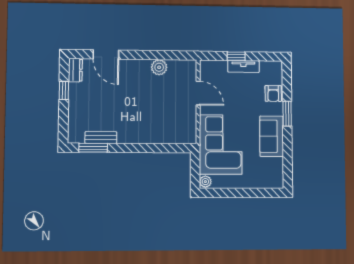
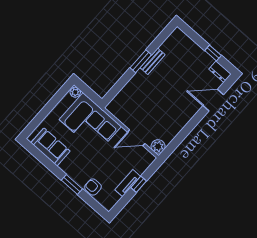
plant: (159, 67) -> (158, 146), moved
sofa: (272, 136) -> (50, 147), moved
bench: (101, 138) -> (153, 61), moved
window: (93, 148) -> (141, 61), moved

